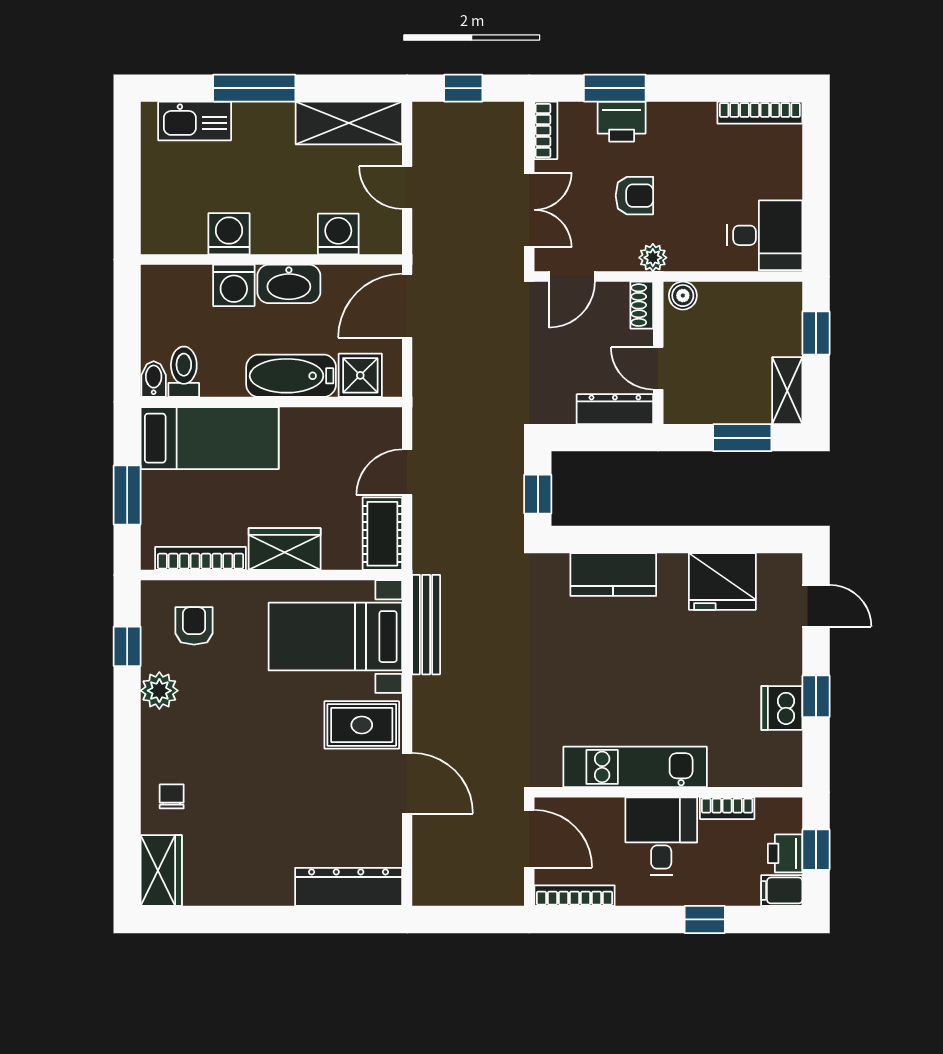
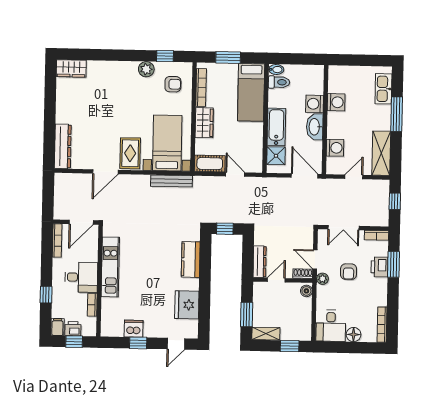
floor lamp: (785, 180) -> (354, 335), added
door: (572, 276) -> (315, 259), moved
chair: (172, 796) -> (102, 73), removed

